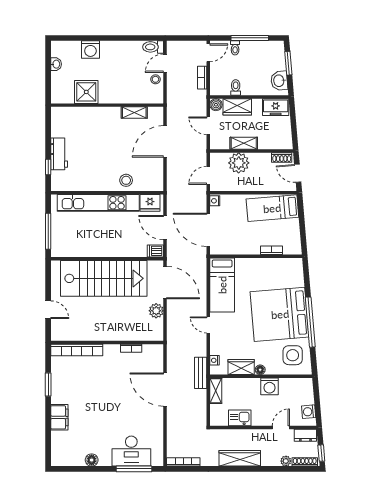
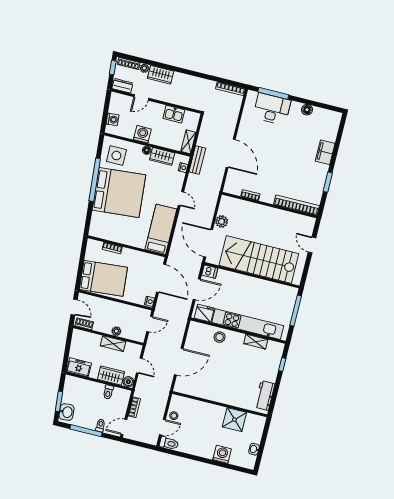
washbasin: (279, 81) -> (66, 412), moved
shelving: (134, 113) -> (256, 342), moved
workbench: (59, 154) -> (265, 395), moved
plant: (239, 163) -> (116, 331), width x0.53, depth x0.53
bed: (272, 208) -> (103, 278), width x1.50
door: (165, 228) -> (197, 289), hinge flipped
washing machine: (309, 412) -> (112, 119), moved
wardrobe: (240, 458) -> (161, 75), moved, width x0.67

